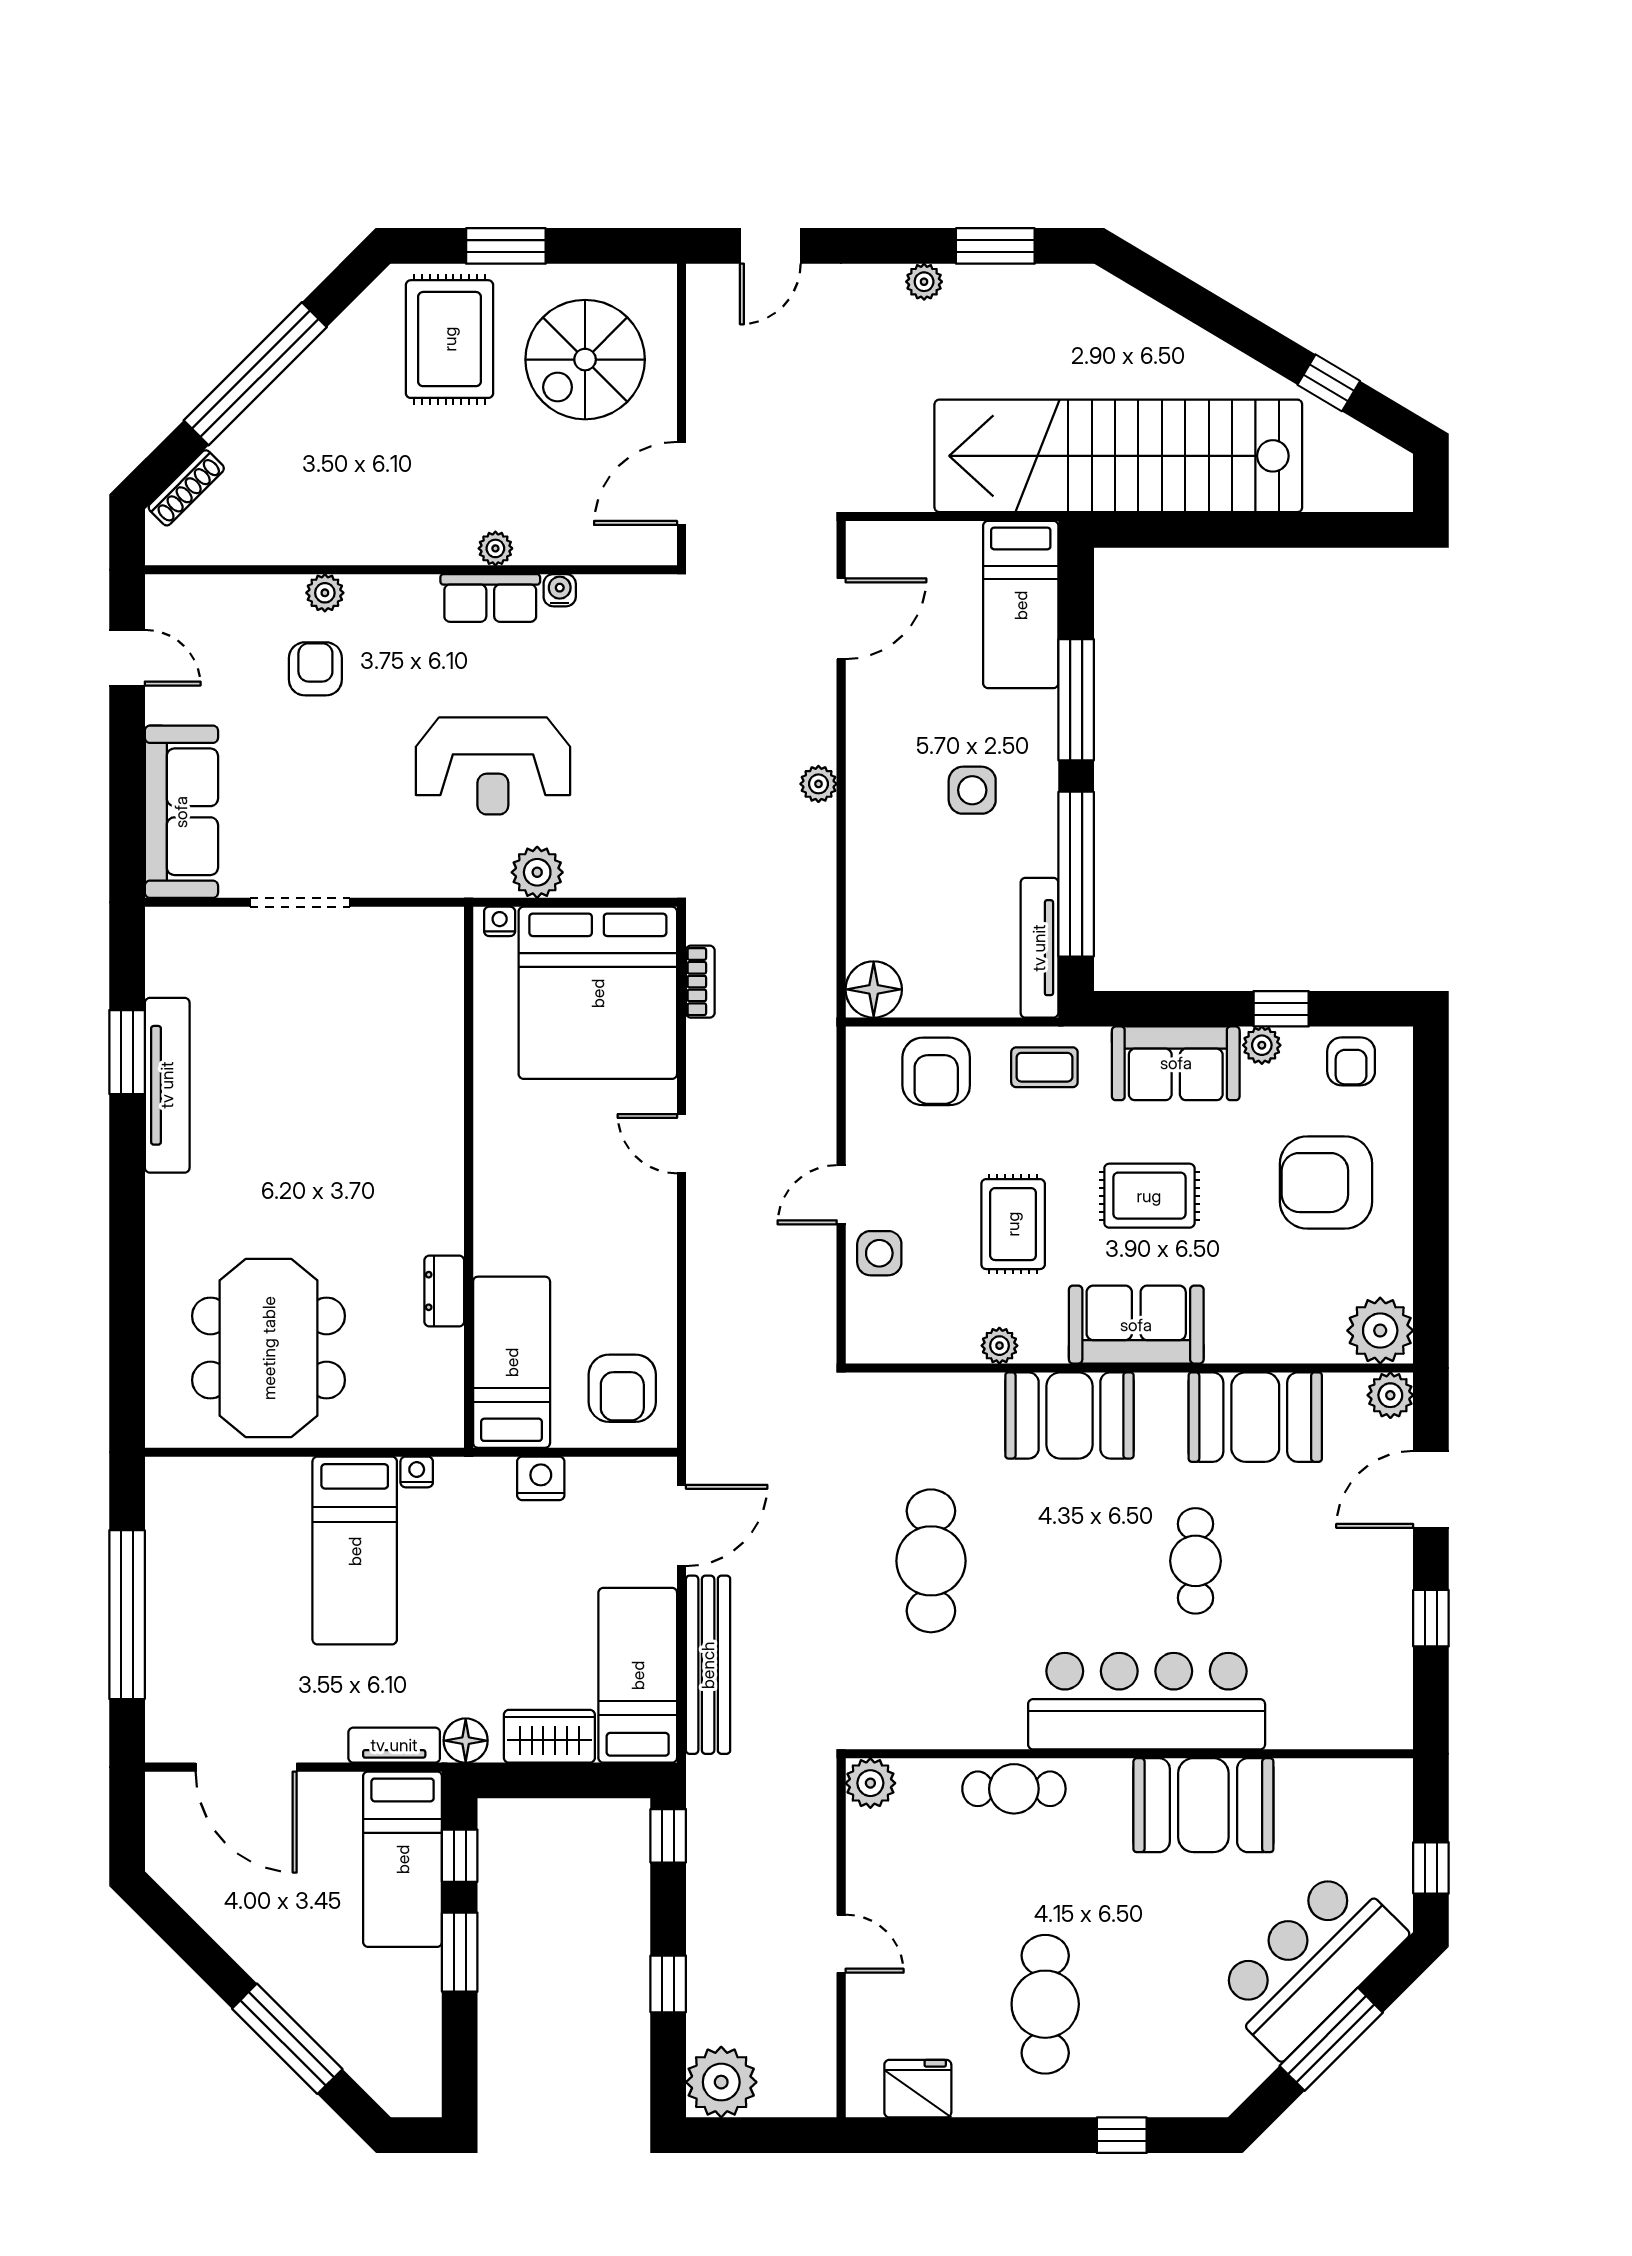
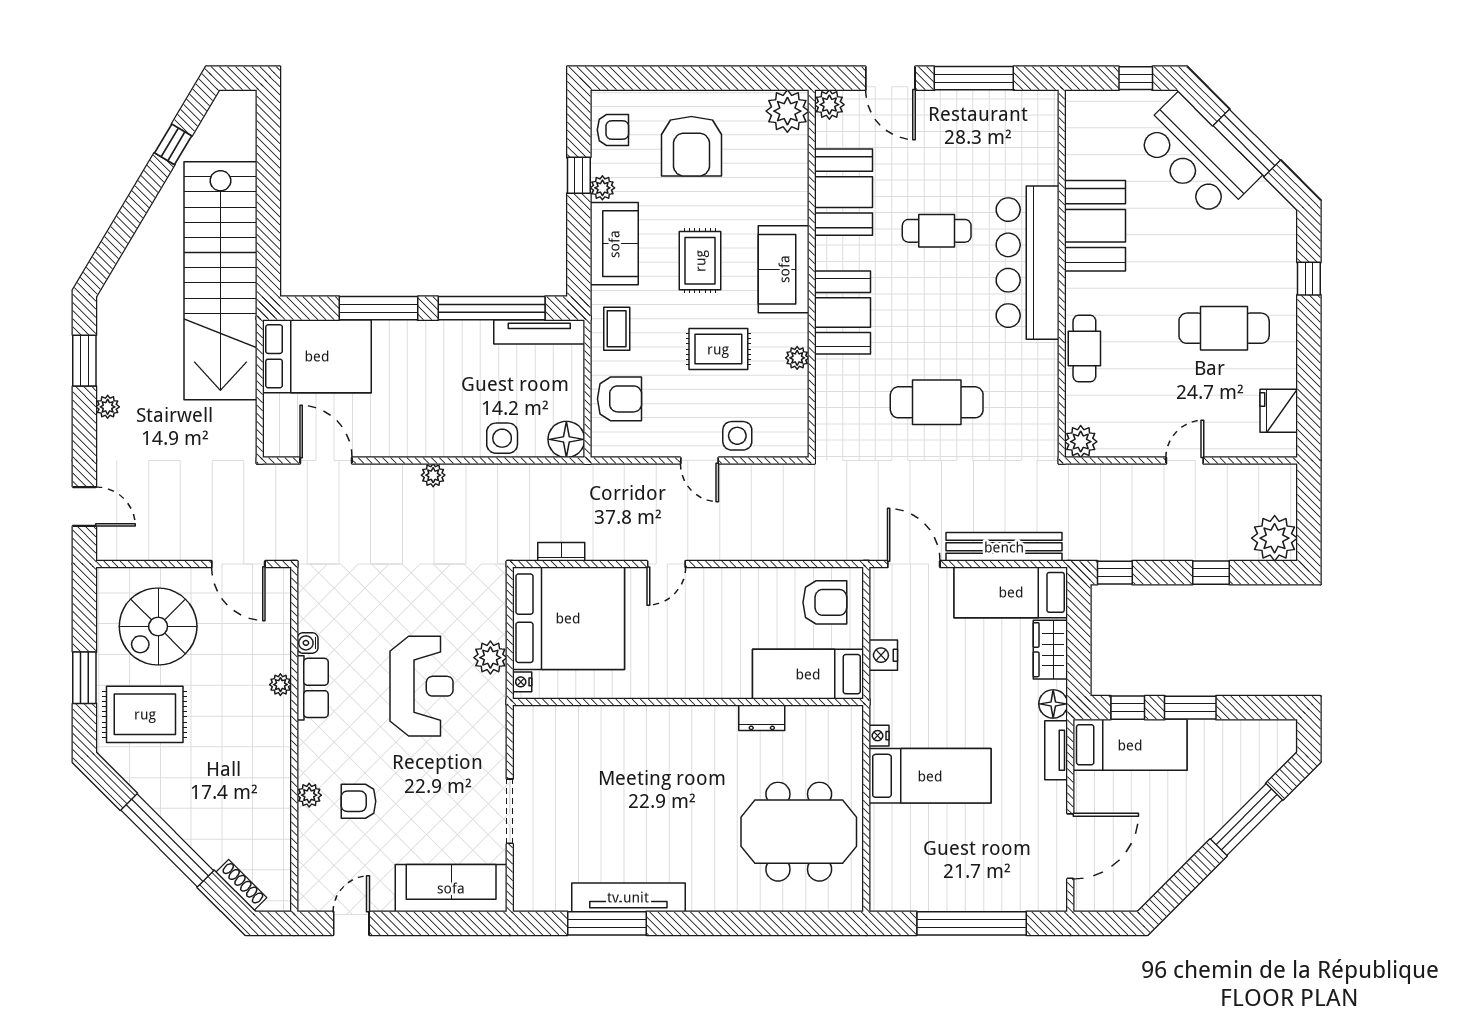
spiral stairs: (585, 360) -> (158, 626), turned 90
bed: (1021, 605) -> (317, 356), width x1.50
side table: (972, 790) -> (502, 438), moved
window: (127, 1052) -> (607, 923), width x1.44
window: (1431, 1618) -> (974, 78), width x2.17

